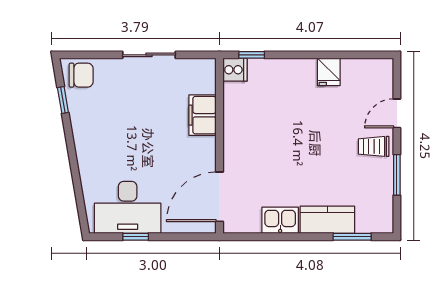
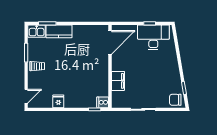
door: (397, 113) -> (26, 96), moved
kitchen sink: (280, 220) -> (37, 31), moved

